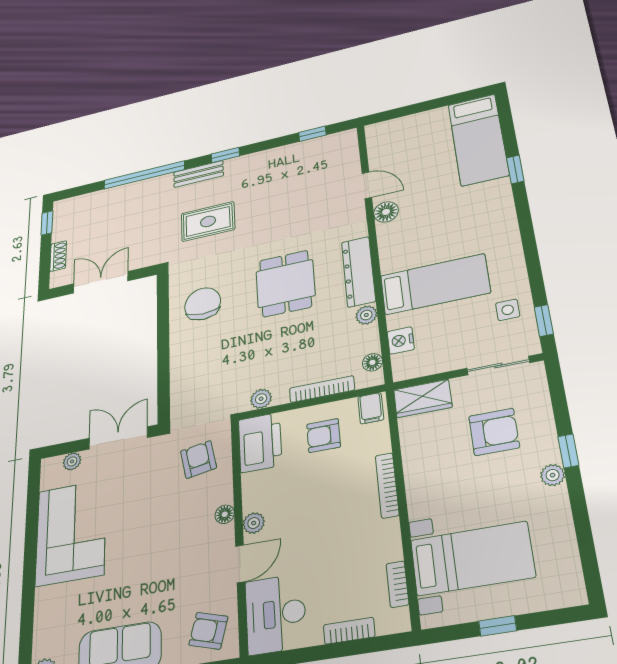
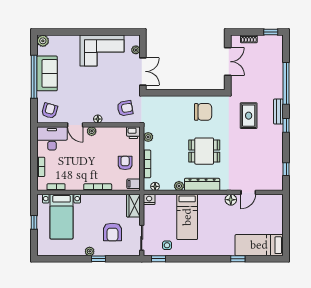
nightstand: (401, 340) -> (149, 199), moved
printer: (260, 442) -> (133, 133), width x0.53, depth x0.68

